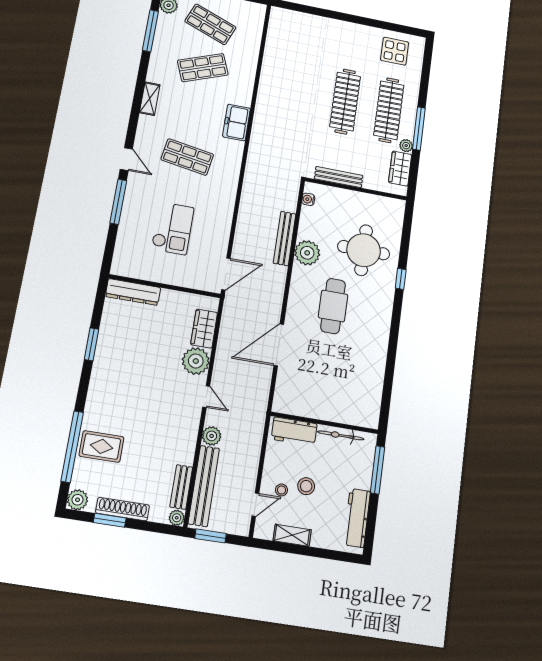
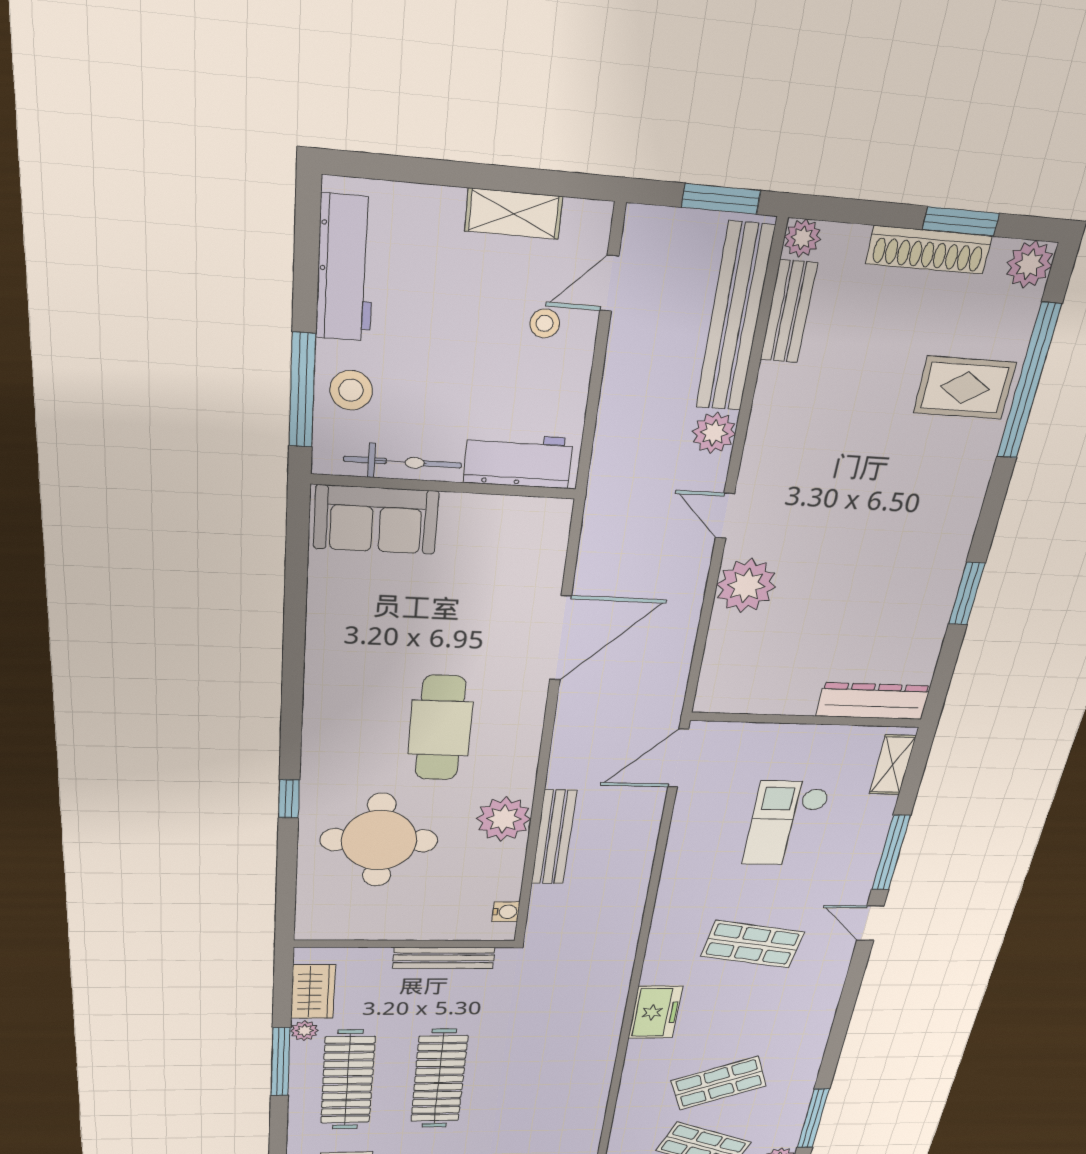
shelving: (150, 99) -> (893, 765), moved
wardrobe: (204, 329) -> (727, 651), removed
sofa: (353, 411) -> (376, 520), added
stool: (306, 486) -> (351, 390), moved

